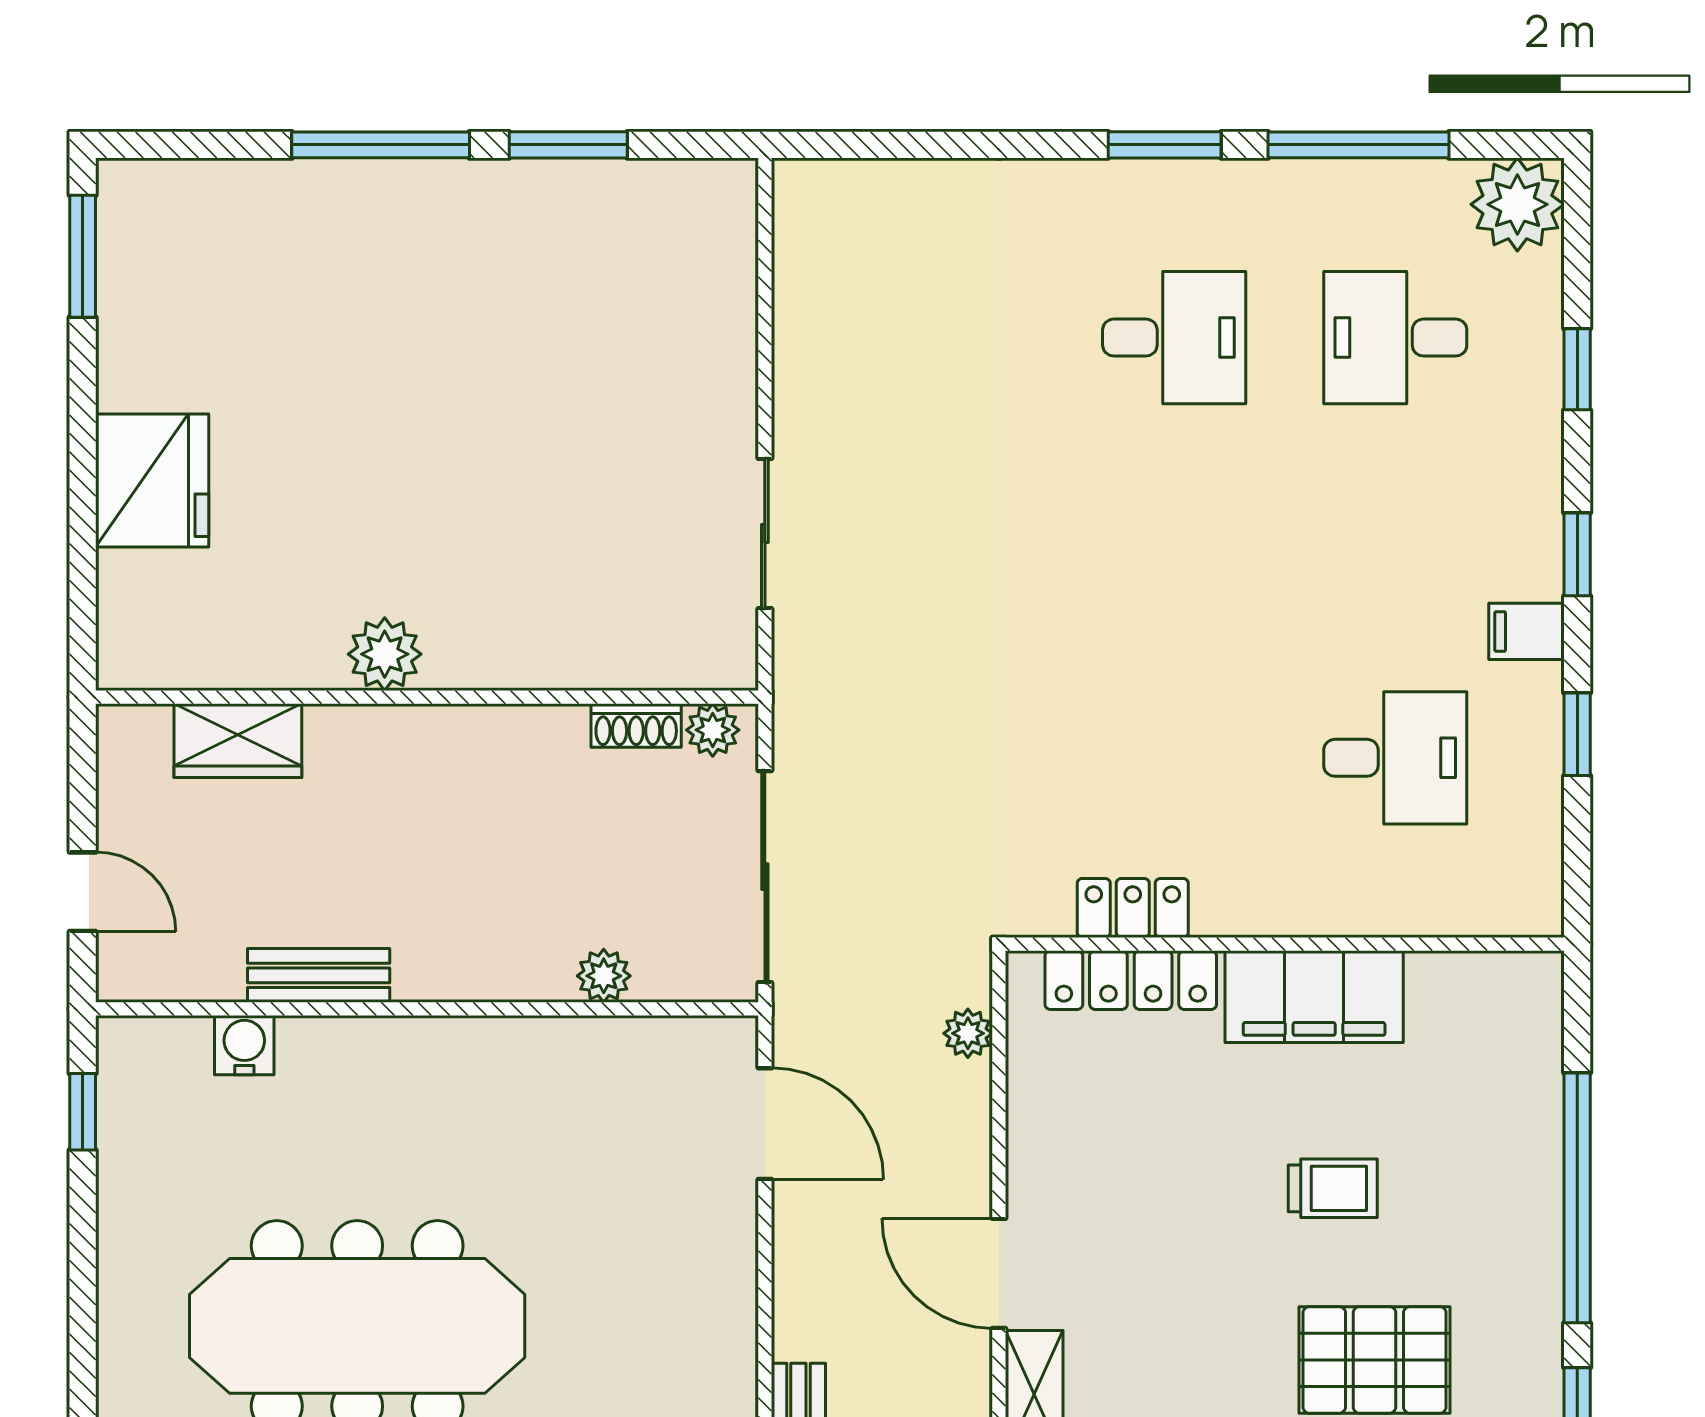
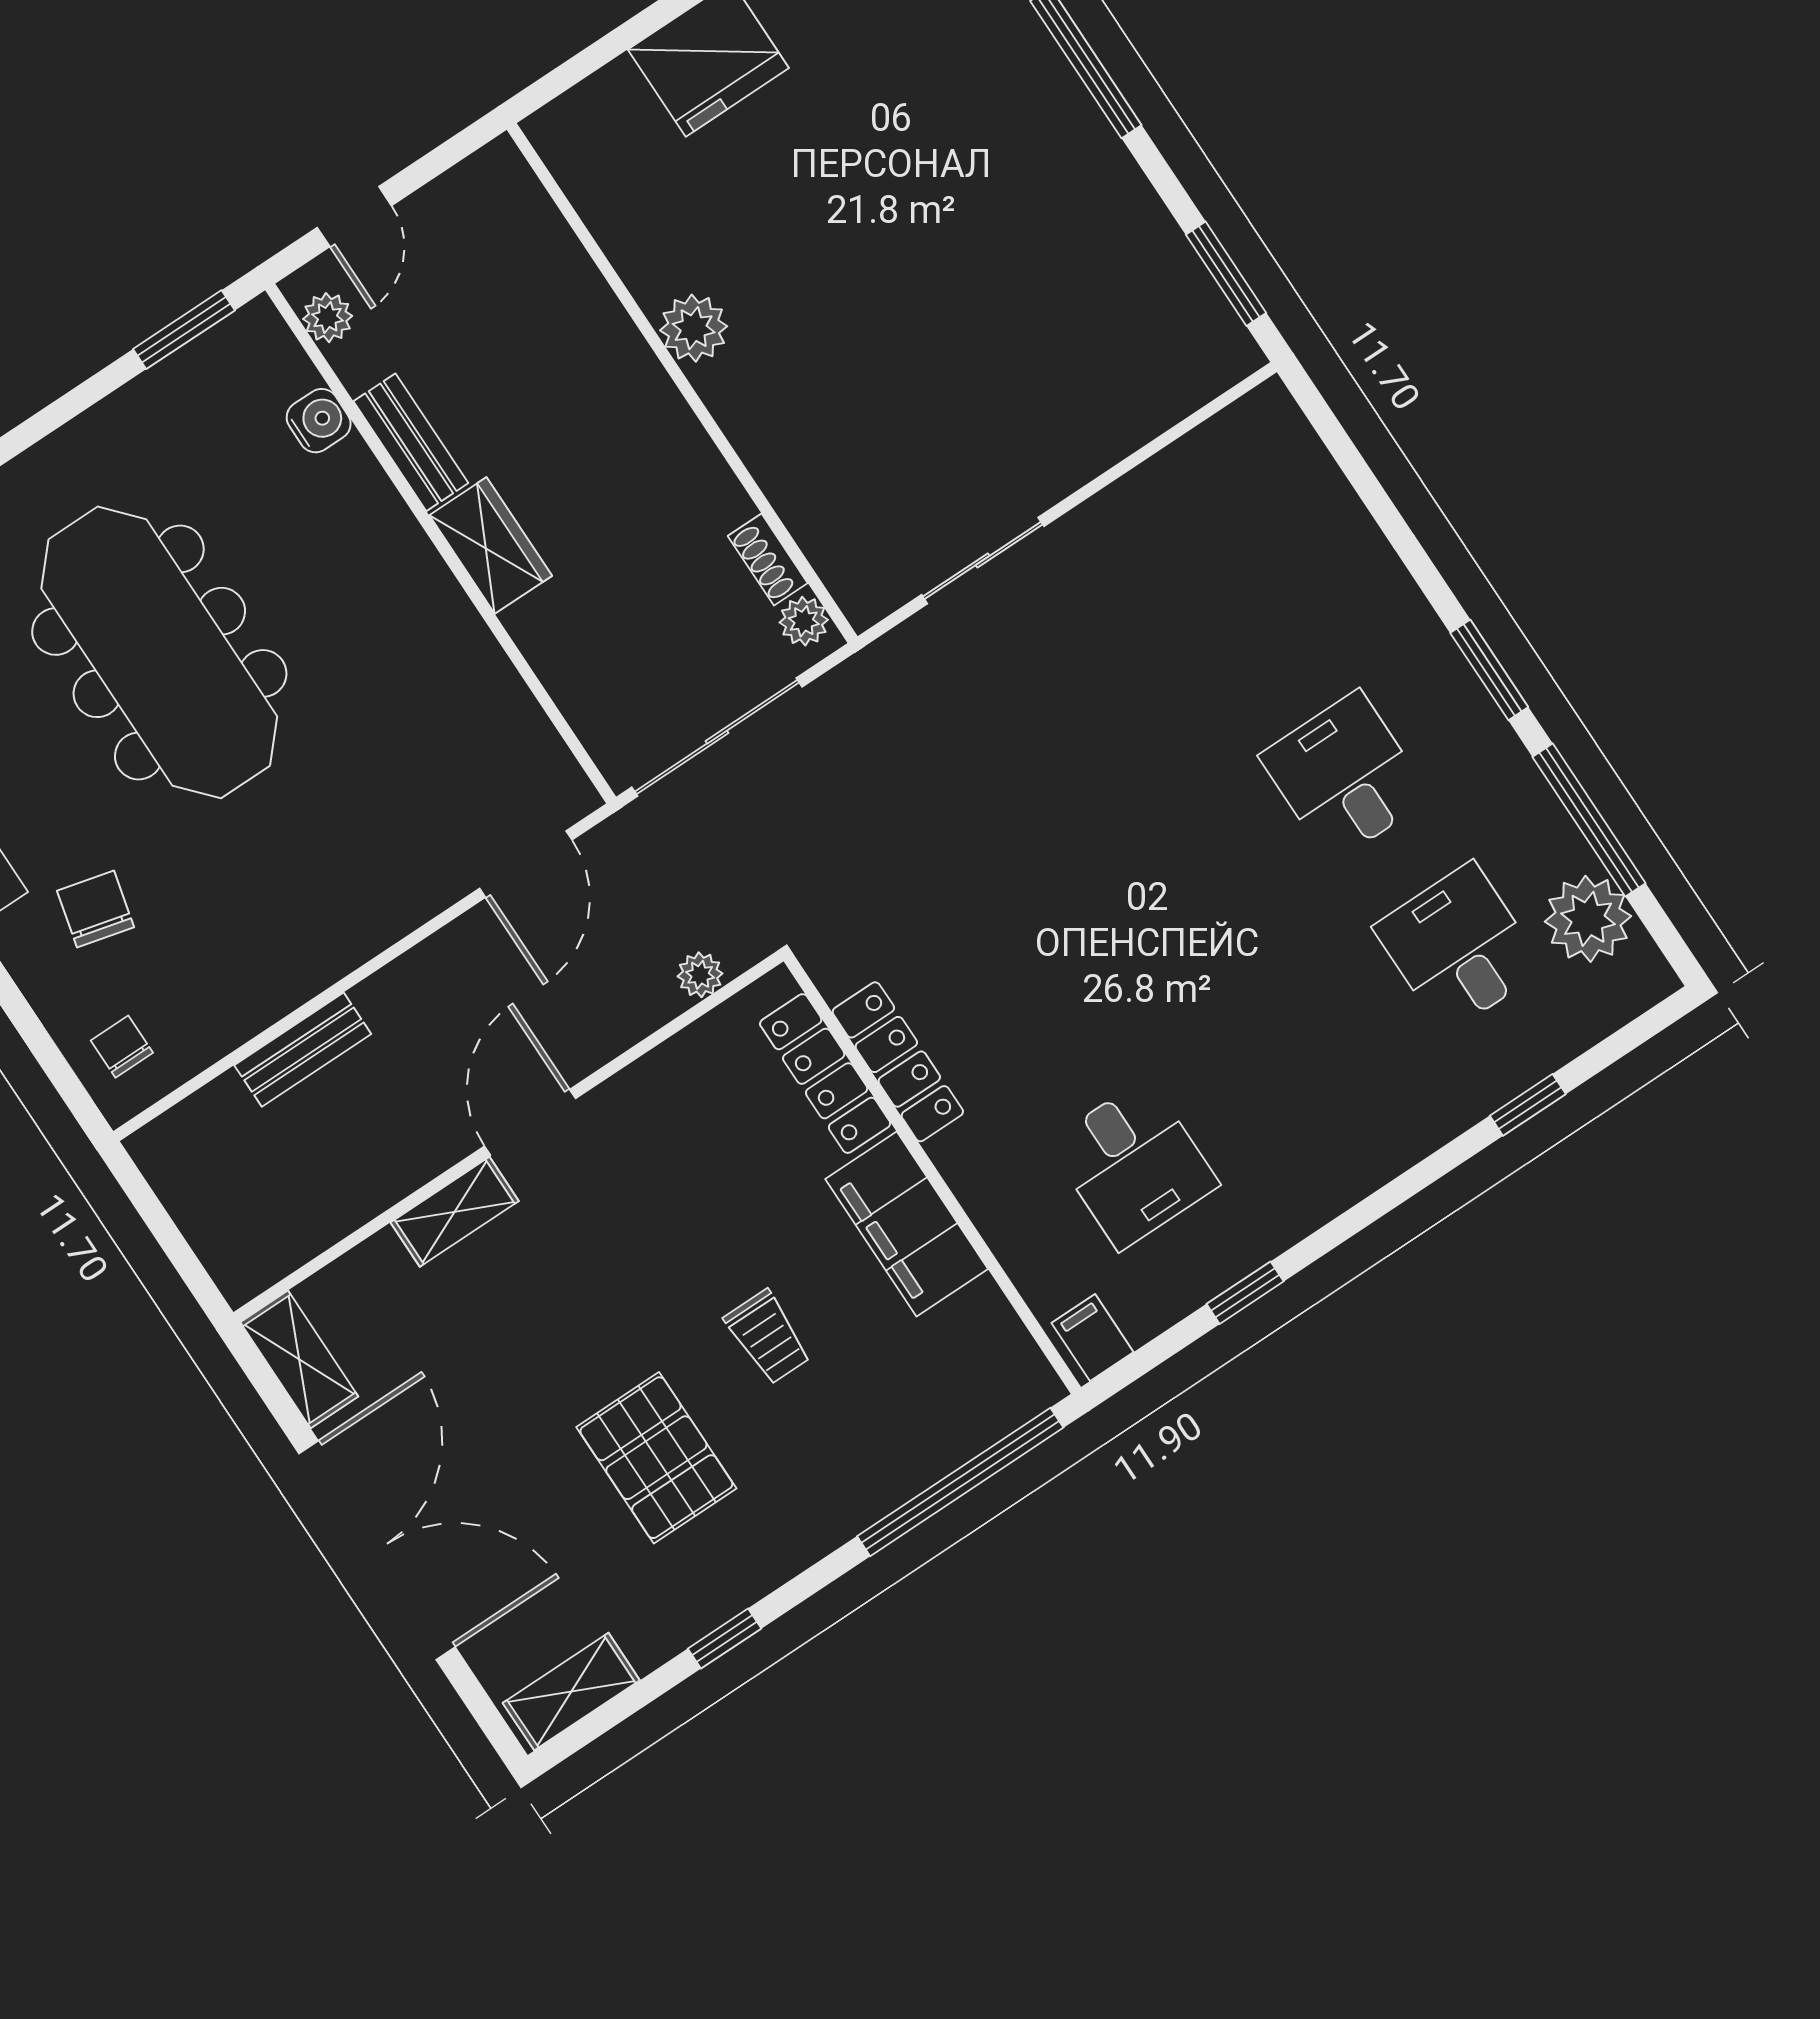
window: (568, 145) -> (1226, 274), moved
plant: (1517, 204) -> (1588, 919), moved
desk: (1174, 338) -> (1345, 777), turned 180
window: (1577, 554) -> (1384, 1200), removed
filing cabinet: (1527, 631) -> (1093, 1338), moved
wardrobe: (238, 741) -> (491, 545), moved, turned 180
locker: (1133, 908) -> (898, 1062), width x1.53
plant: (604, 976) -> (328, 318), moved
window: (83, 1112) -> (184, 330), width x1.50
window: (1577, 1198) -> (960, 1482), moved

